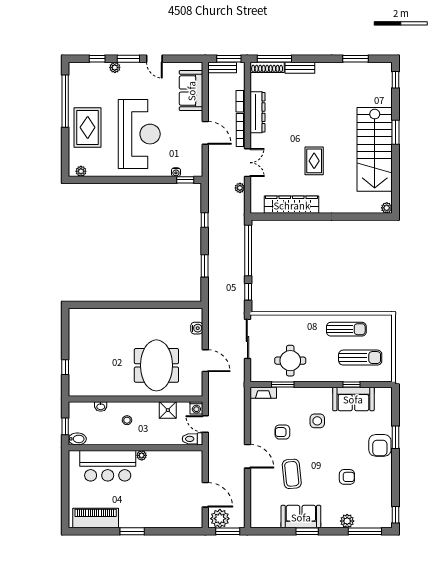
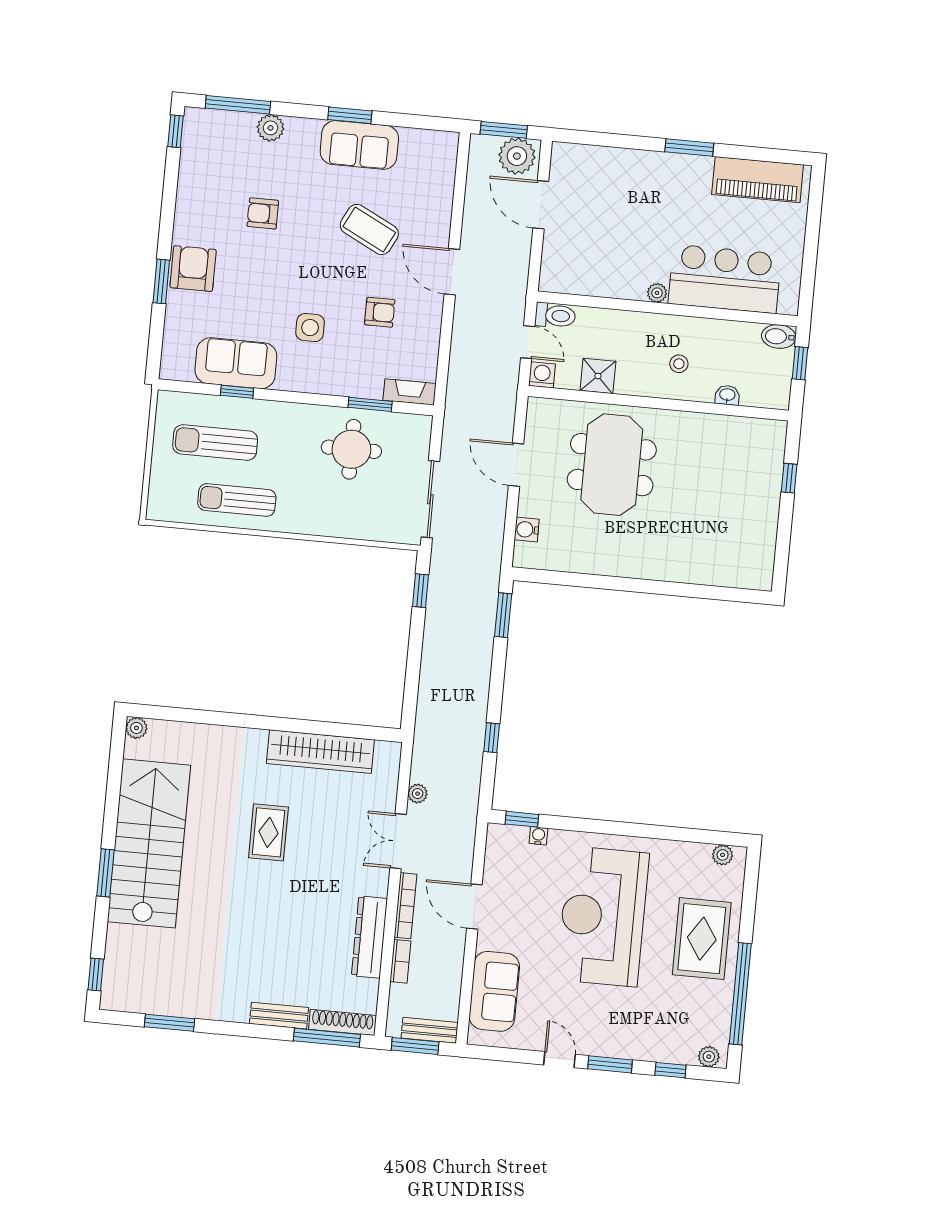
plant: (115, 67) -> (709, 1057), moved
window: (248, 251) -> (413, 671), removed
window: (205, 266) -> (503, 615), moved
coffee table: (292, 474) -> (369, 229), turned -57

